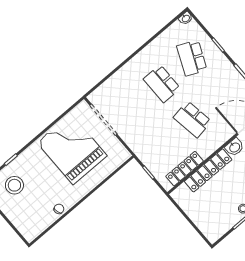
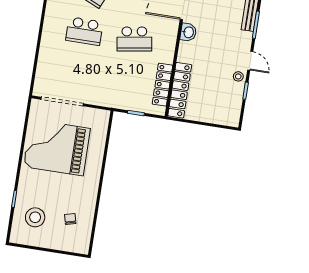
locker: (208, 170) -> (180, 90), moved
chair: (59, 209) -> (70, 219), moved

